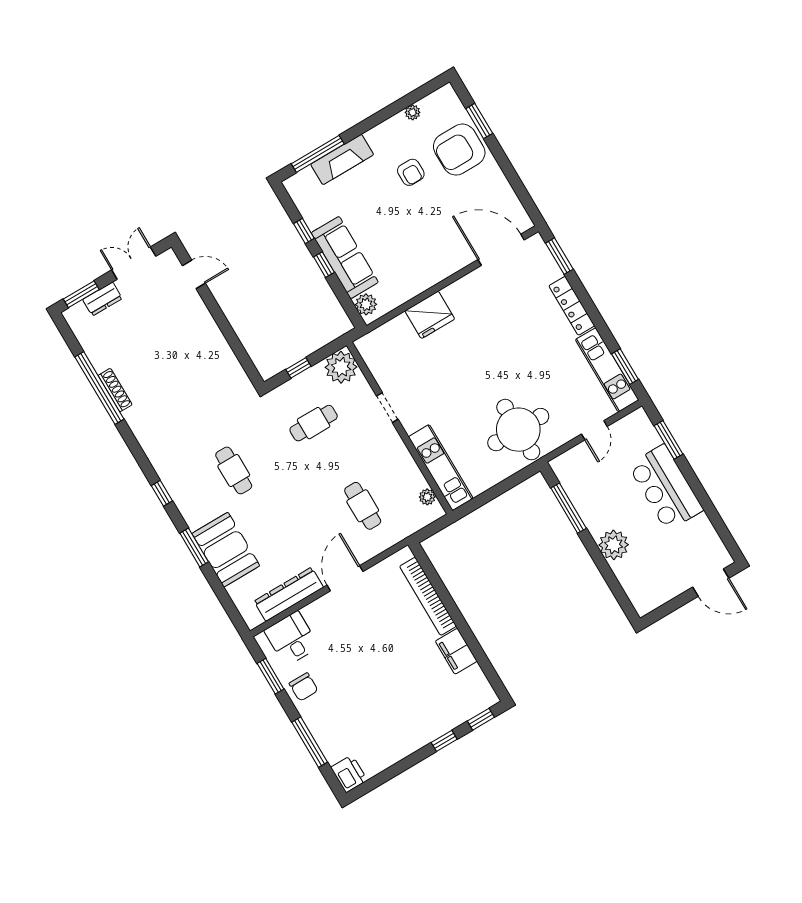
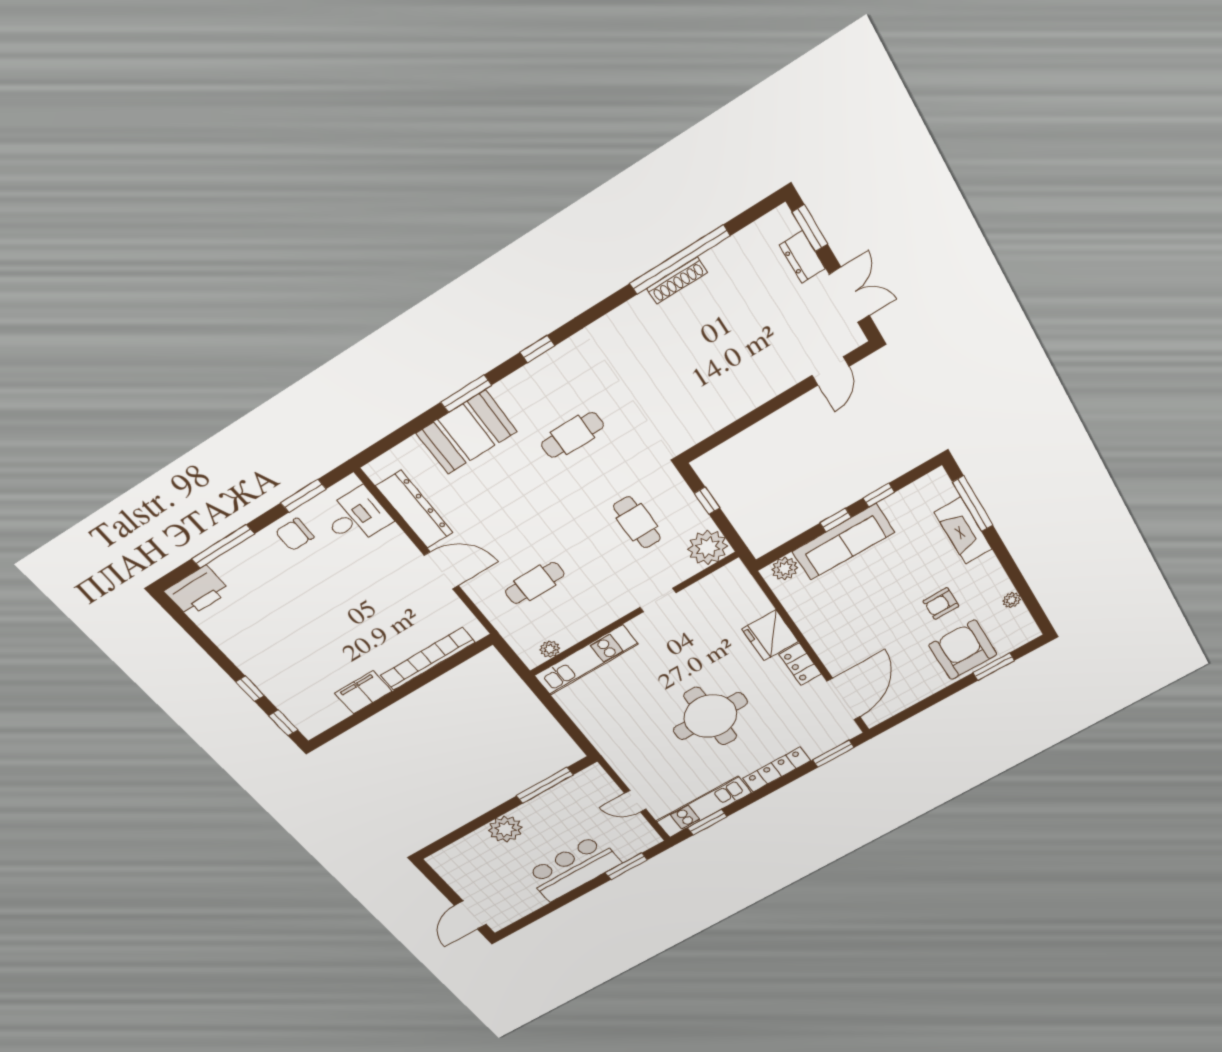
locker: (461, 288) -> (800, 664), added
round table: (518, 430) -> (710, 716), moved
printer: (349, 774) -> (197, 591), width x1.37, depth x1.19

